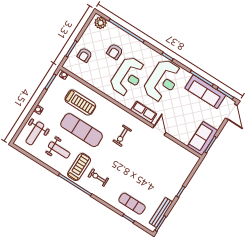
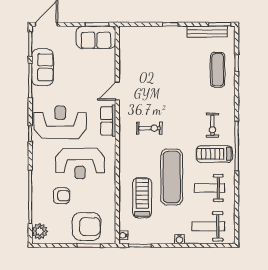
armchair: (85, 55) -> (86, 227), width x1.88, depth x1.88
reception desk: (128, 77) -> (80, 164), turned 180
sofa: (205, 92) -> (42, 67), width x0.73
weight bench: (35, 133) -> (208, 226), turned 180
weight bench: (59, 150) -> (209, 188), turned -90

